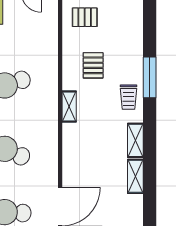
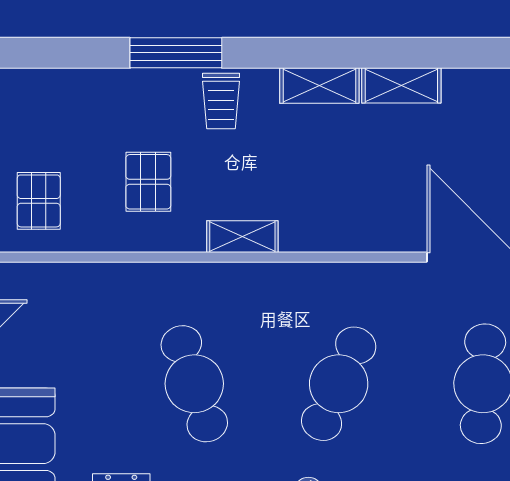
pallet: (93, 65) -> (148, 182), turned 90
trolley: (129, 97) -> (221, 101), turned 90

